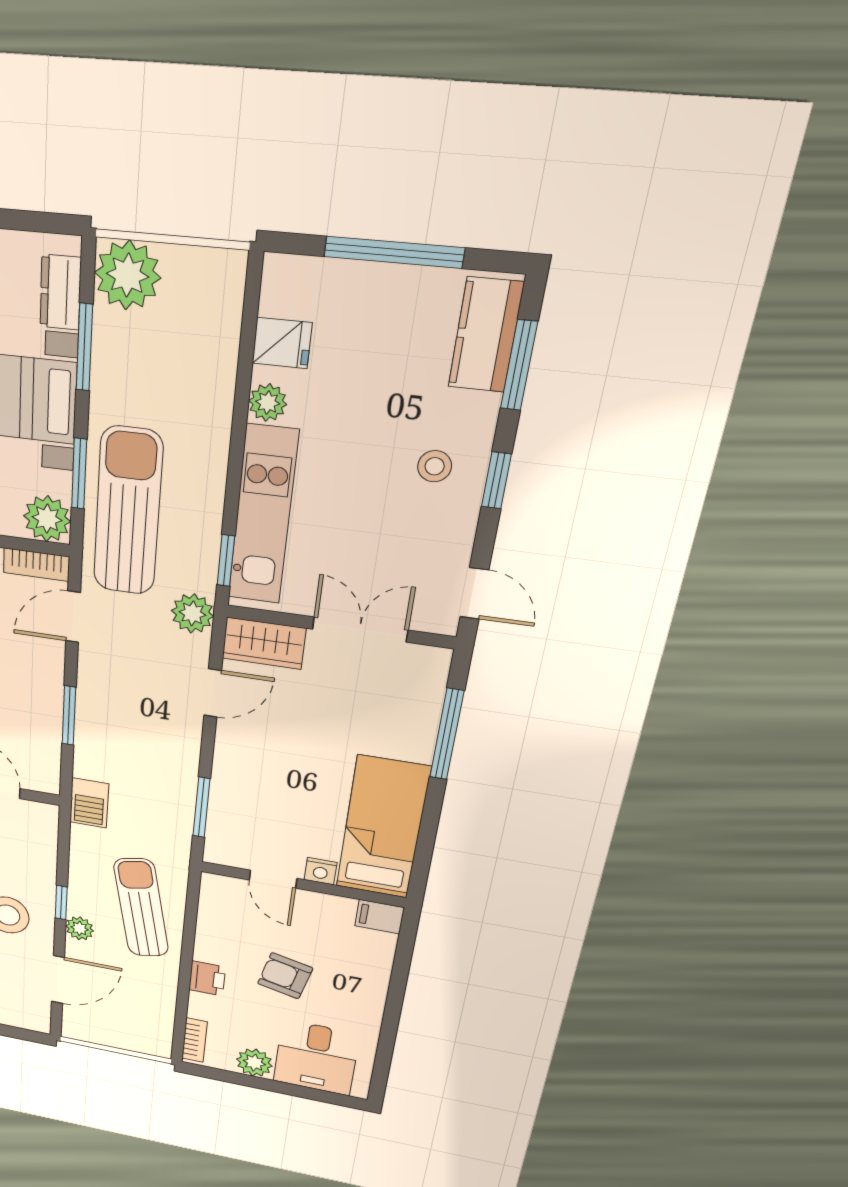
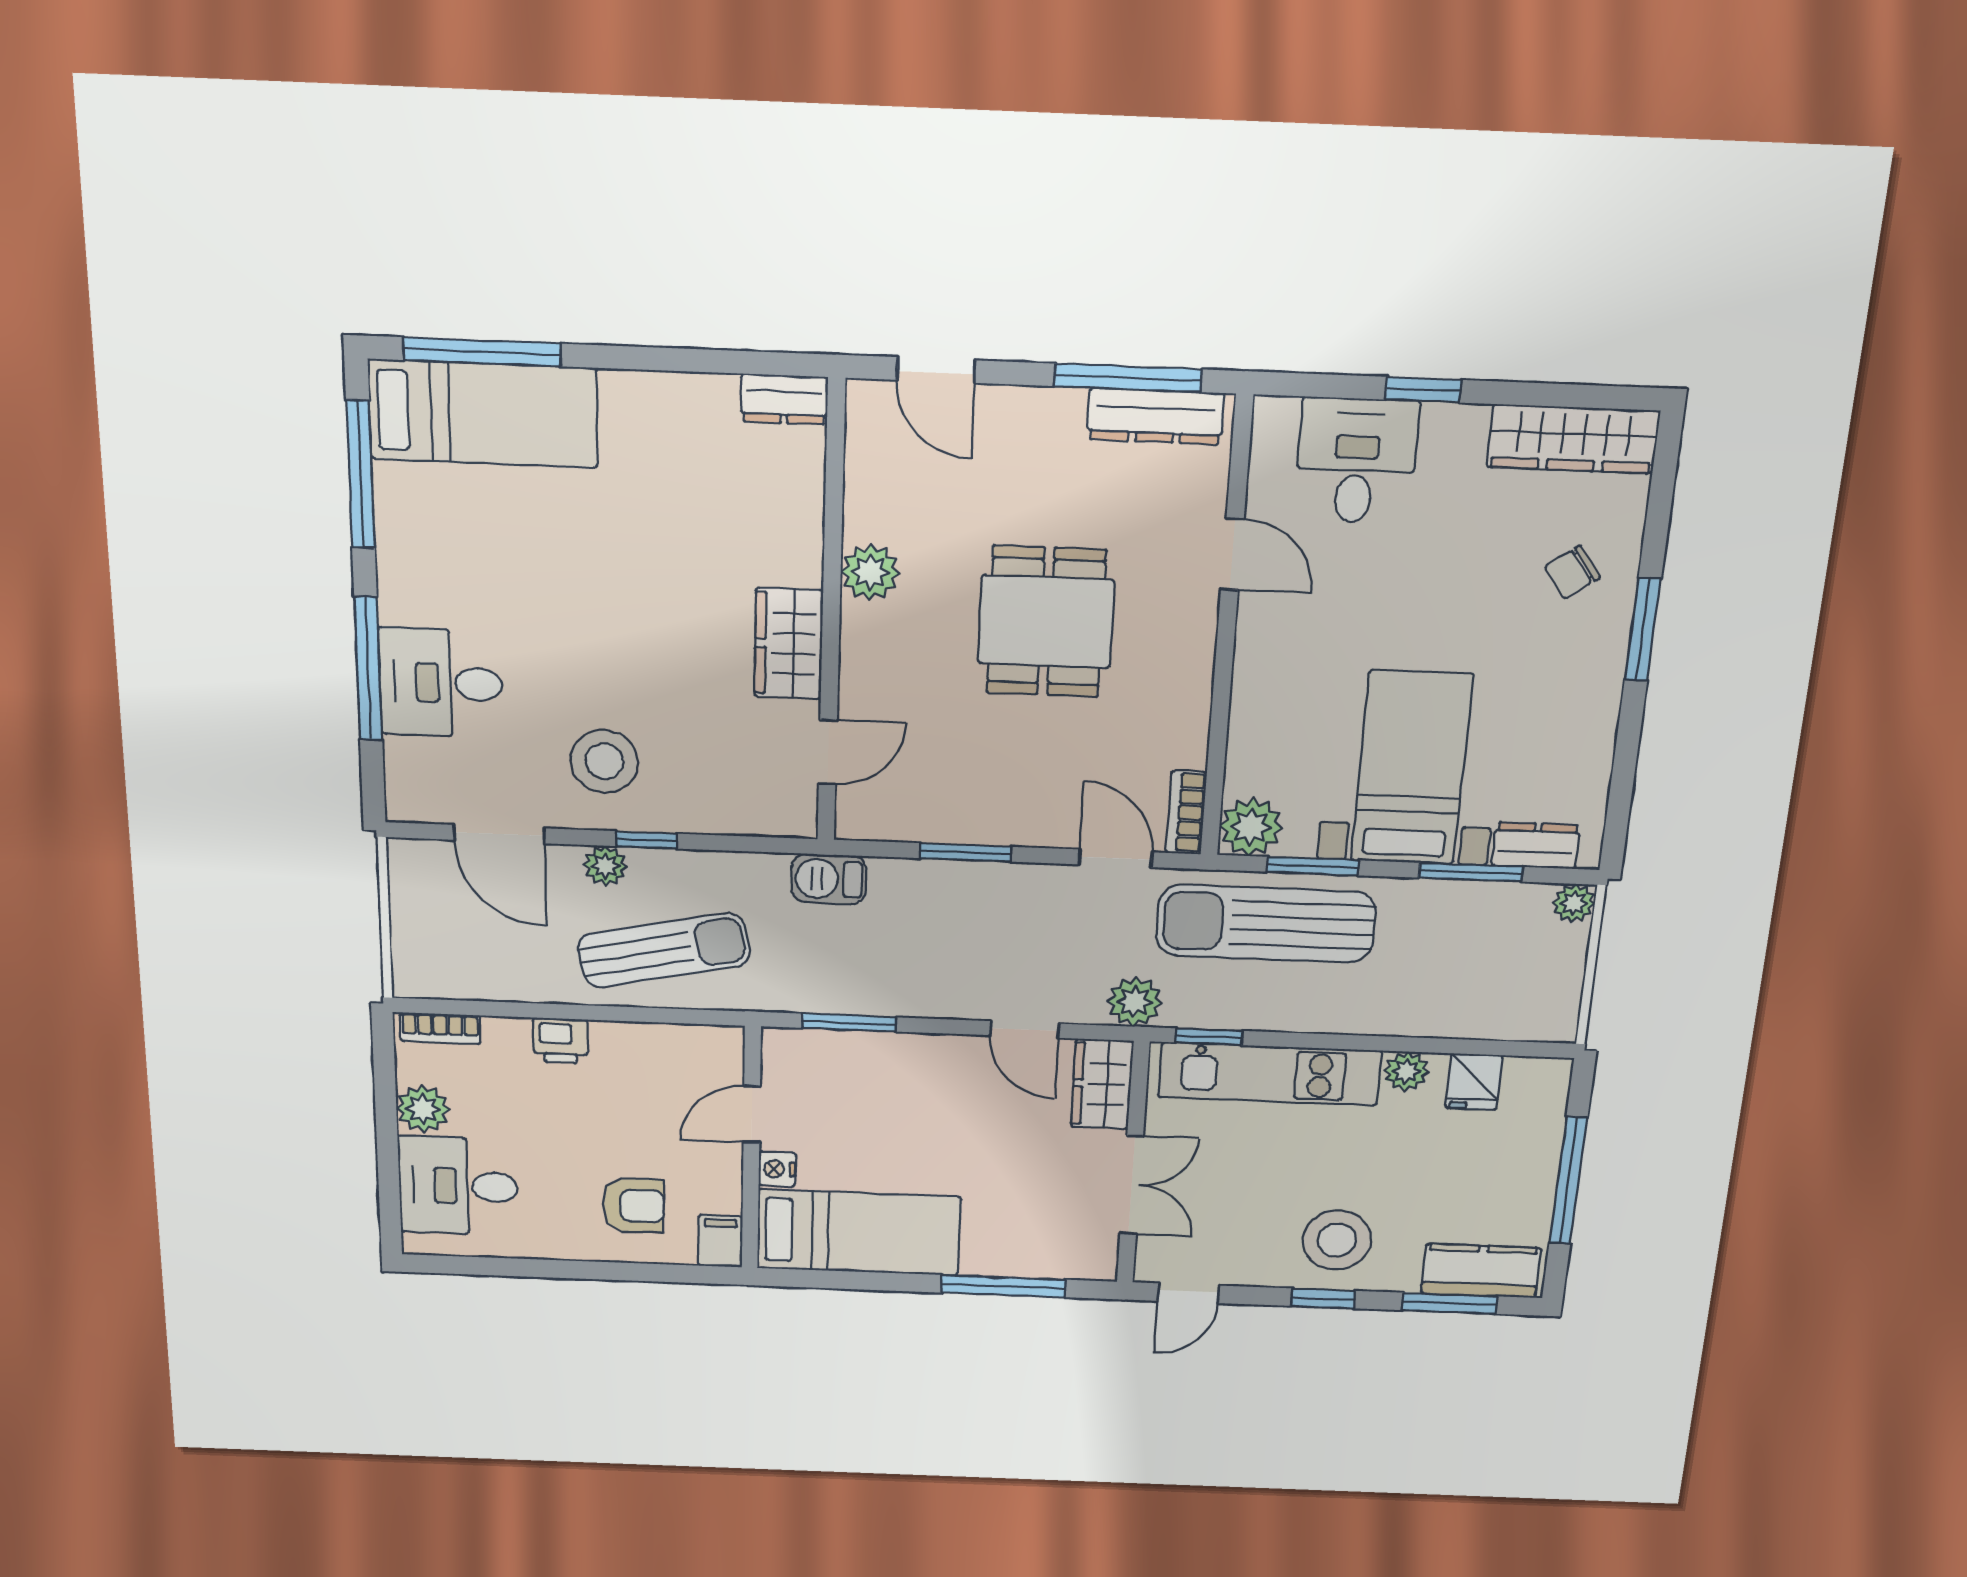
plant: (128, 275) -> (1574, 903), width x0.53, depth x0.53
stool: (435, 466) -> (1337, 1240), width x1.89, depth x1.89
sun lounger: (128, 512) -> (1266, 924), turned 180
armchair: (285, 976) -> (634, 1205), moved, turned 77

